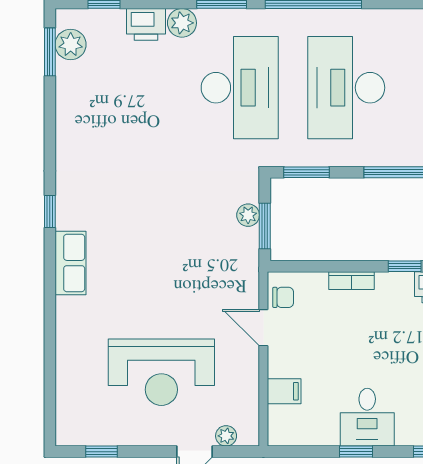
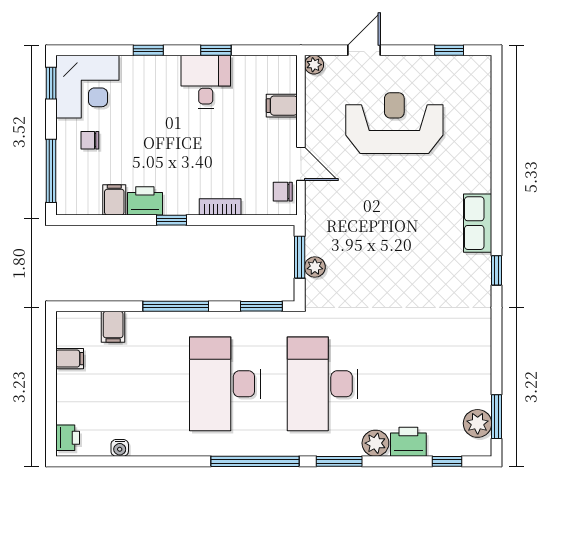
desk: (346, 88) -> (225, 384), turned 180
plant: (226, 436) -> (314, 65), moved

